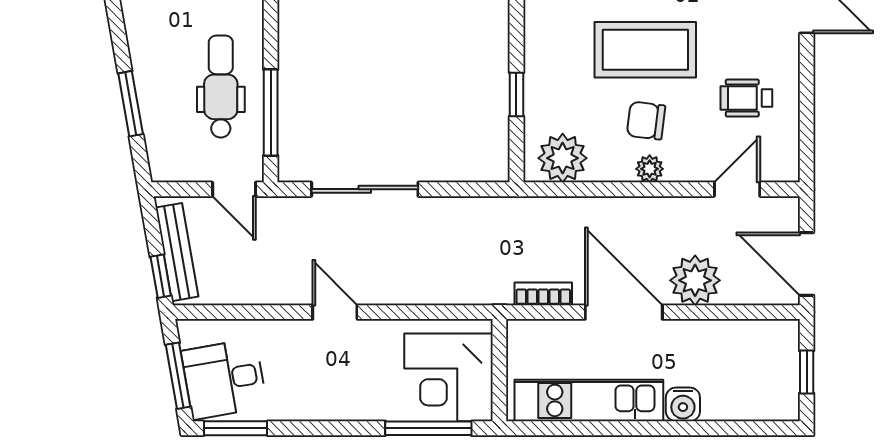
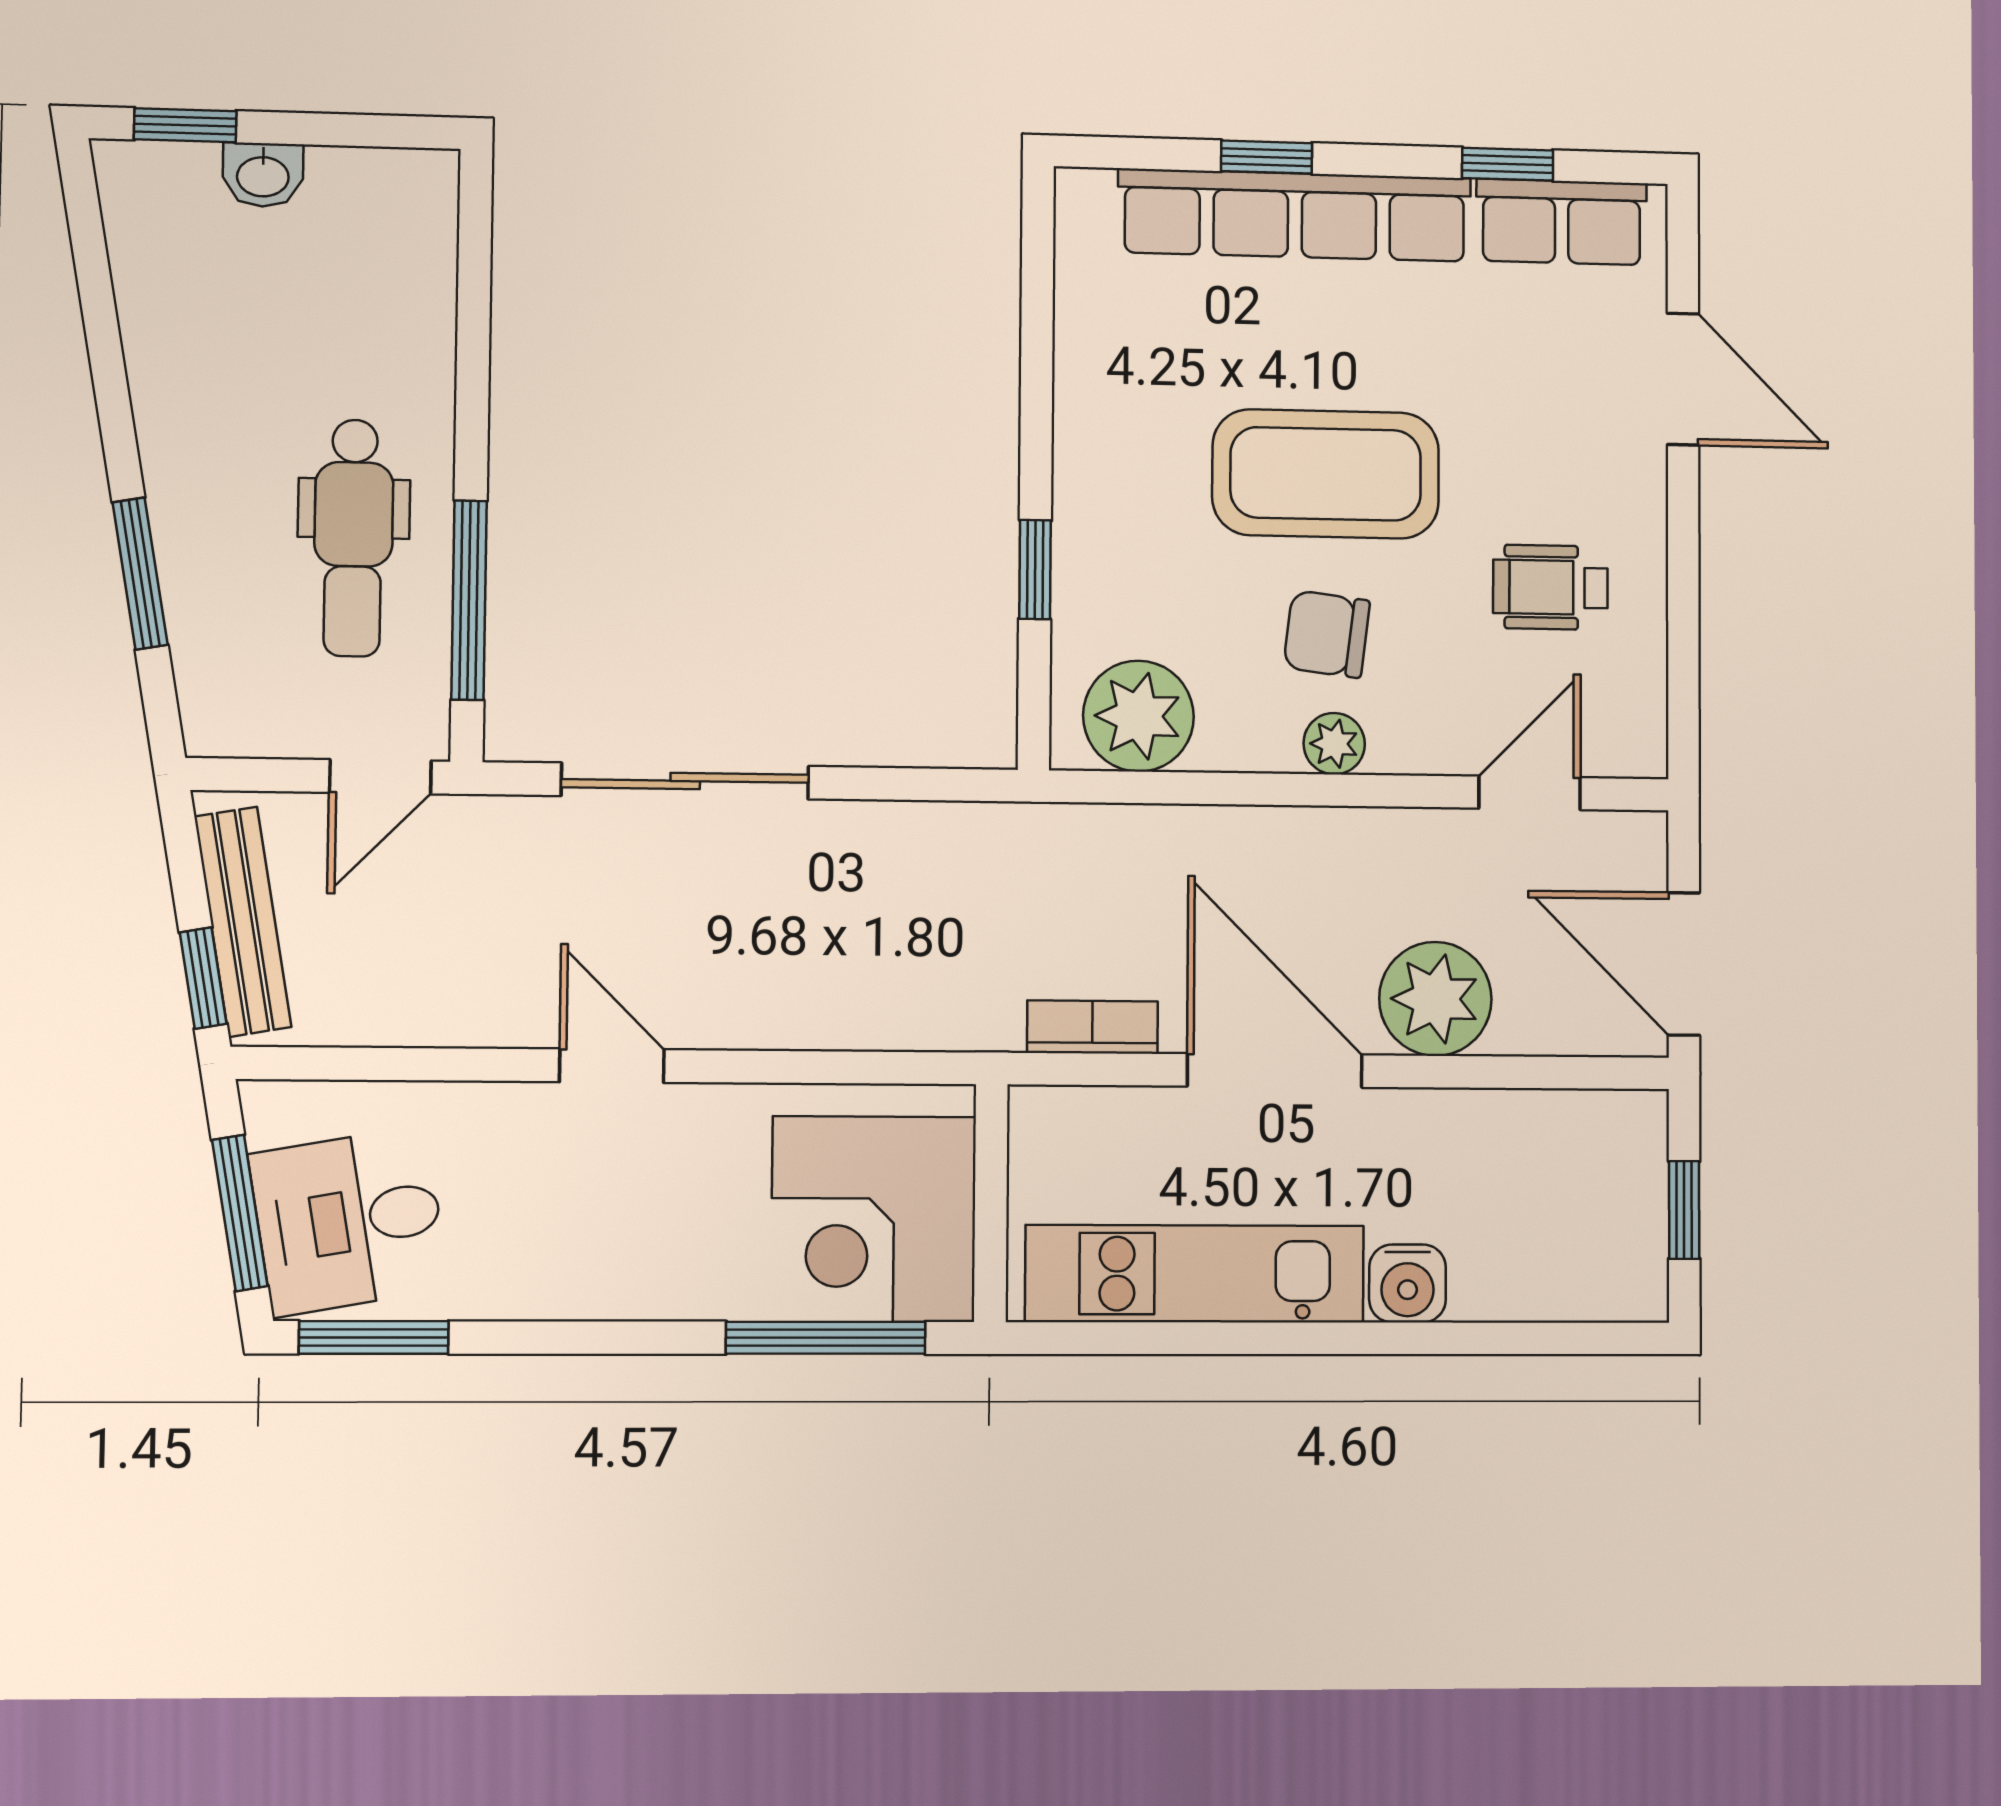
dental chair: (221, 87) -> (353, 538), turned 180
door: (234, 189) -> (380, 777), hinge flipped

